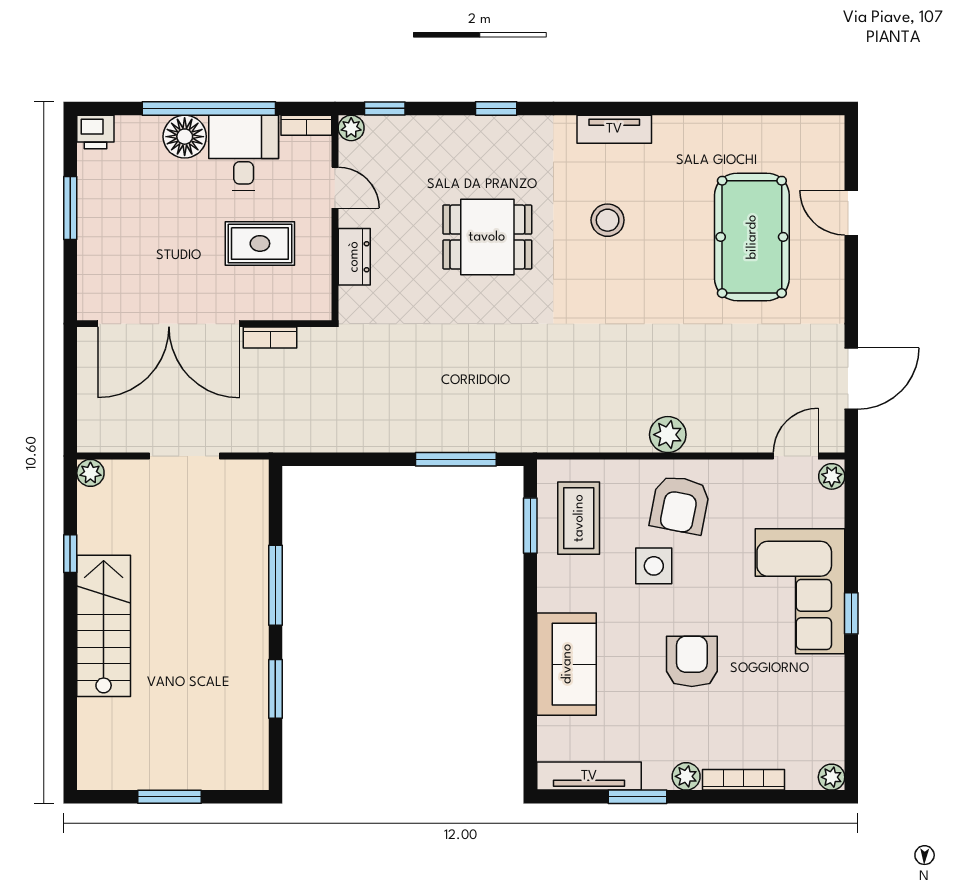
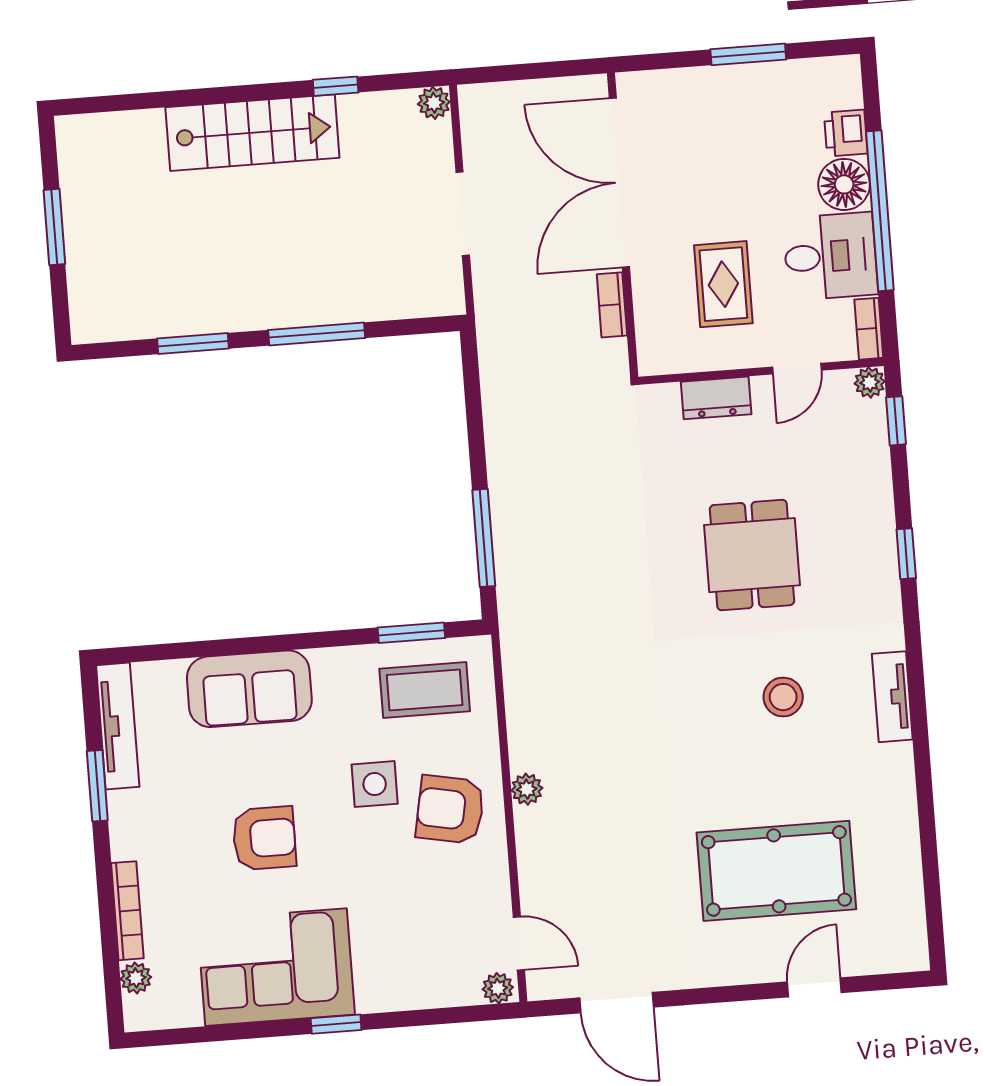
printer: (95, 132) -> (846, 133), moved
plant: (668, 435) -> (527, 789), width x0.73, depth x0.73
corner sofa: (800, 591) -> (276, 967), moved
plant: (686, 776) -> (126, 842), removed
plant: (832, 777) -> (136, 978), moved

